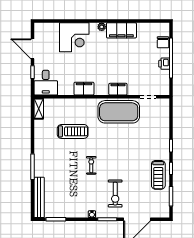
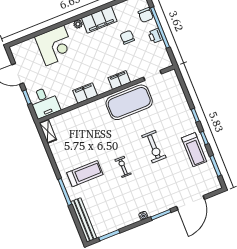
chair: (139, 55) -> (127, 37), added
treadmill: (73, 131) -> (85, 174), moved
exercise bike: (115, 194) -> (154, 147), moved

